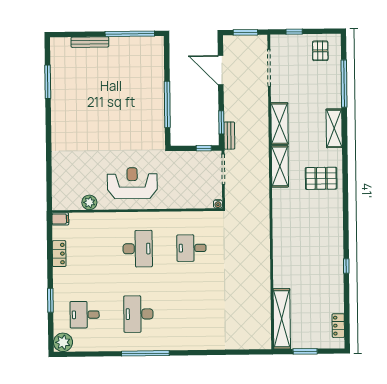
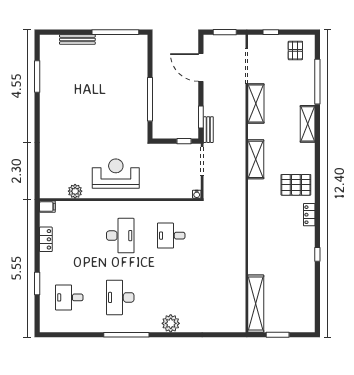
shelving: (280, 124) -> (256, 103), moved
pallet: (321, 178) -> (296, 185), moved
locker: (338, 326) -> (309, 215), moved
plant: (63, 342) -> (171, 323), moved

